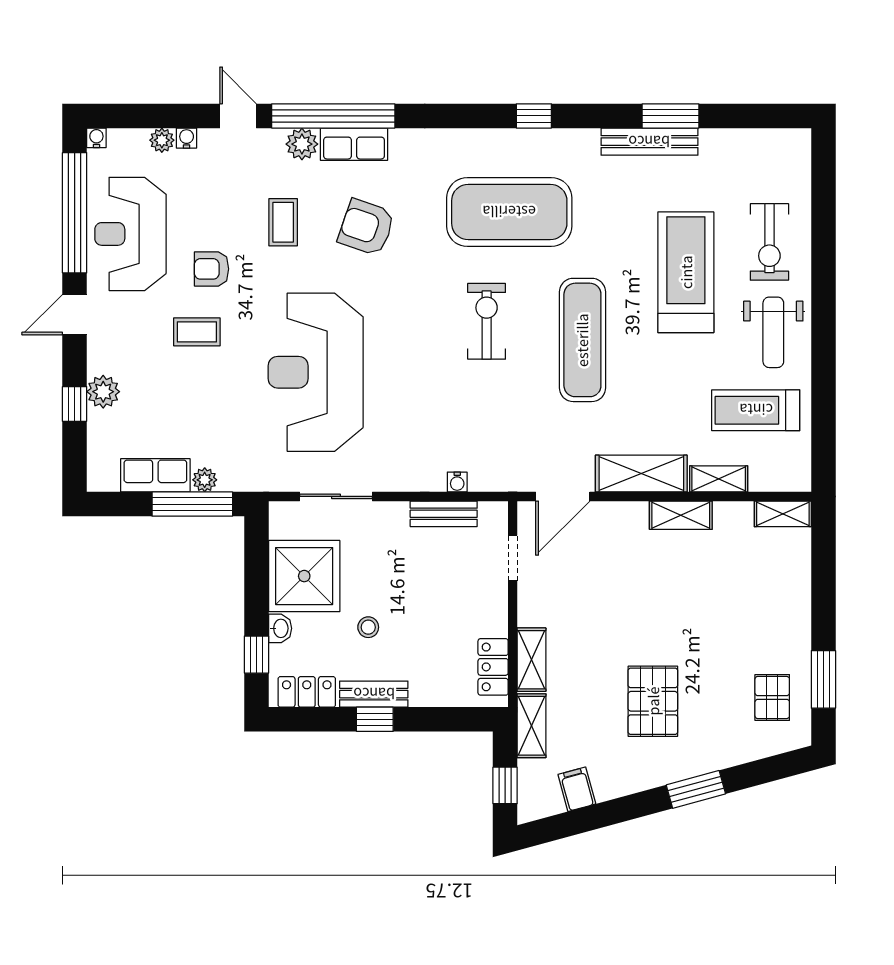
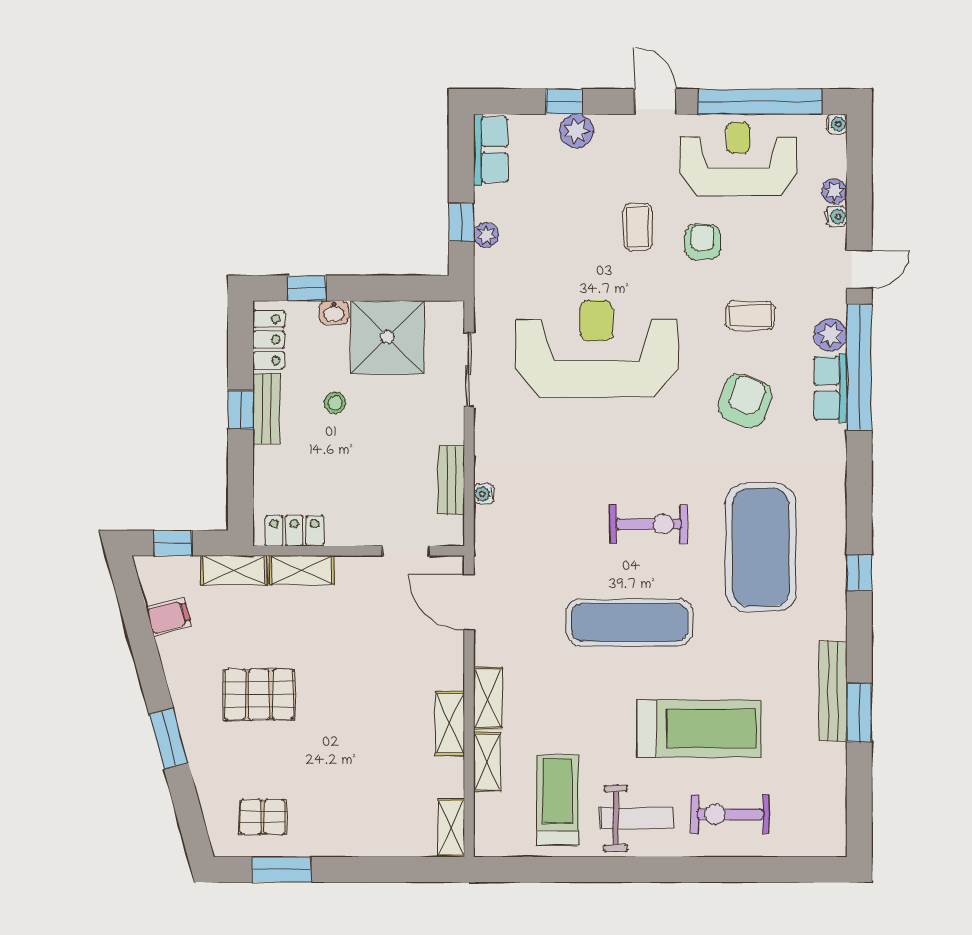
weight bench: (773, 332) -> (637, 818), turned 180
shelving: (641, 474) -> (488, 698), width x0.67, depth x0.75
row of seats: (155, 475) -> (491, 150), moved
window: (192, 504) -> (461, 222), width x0.46

